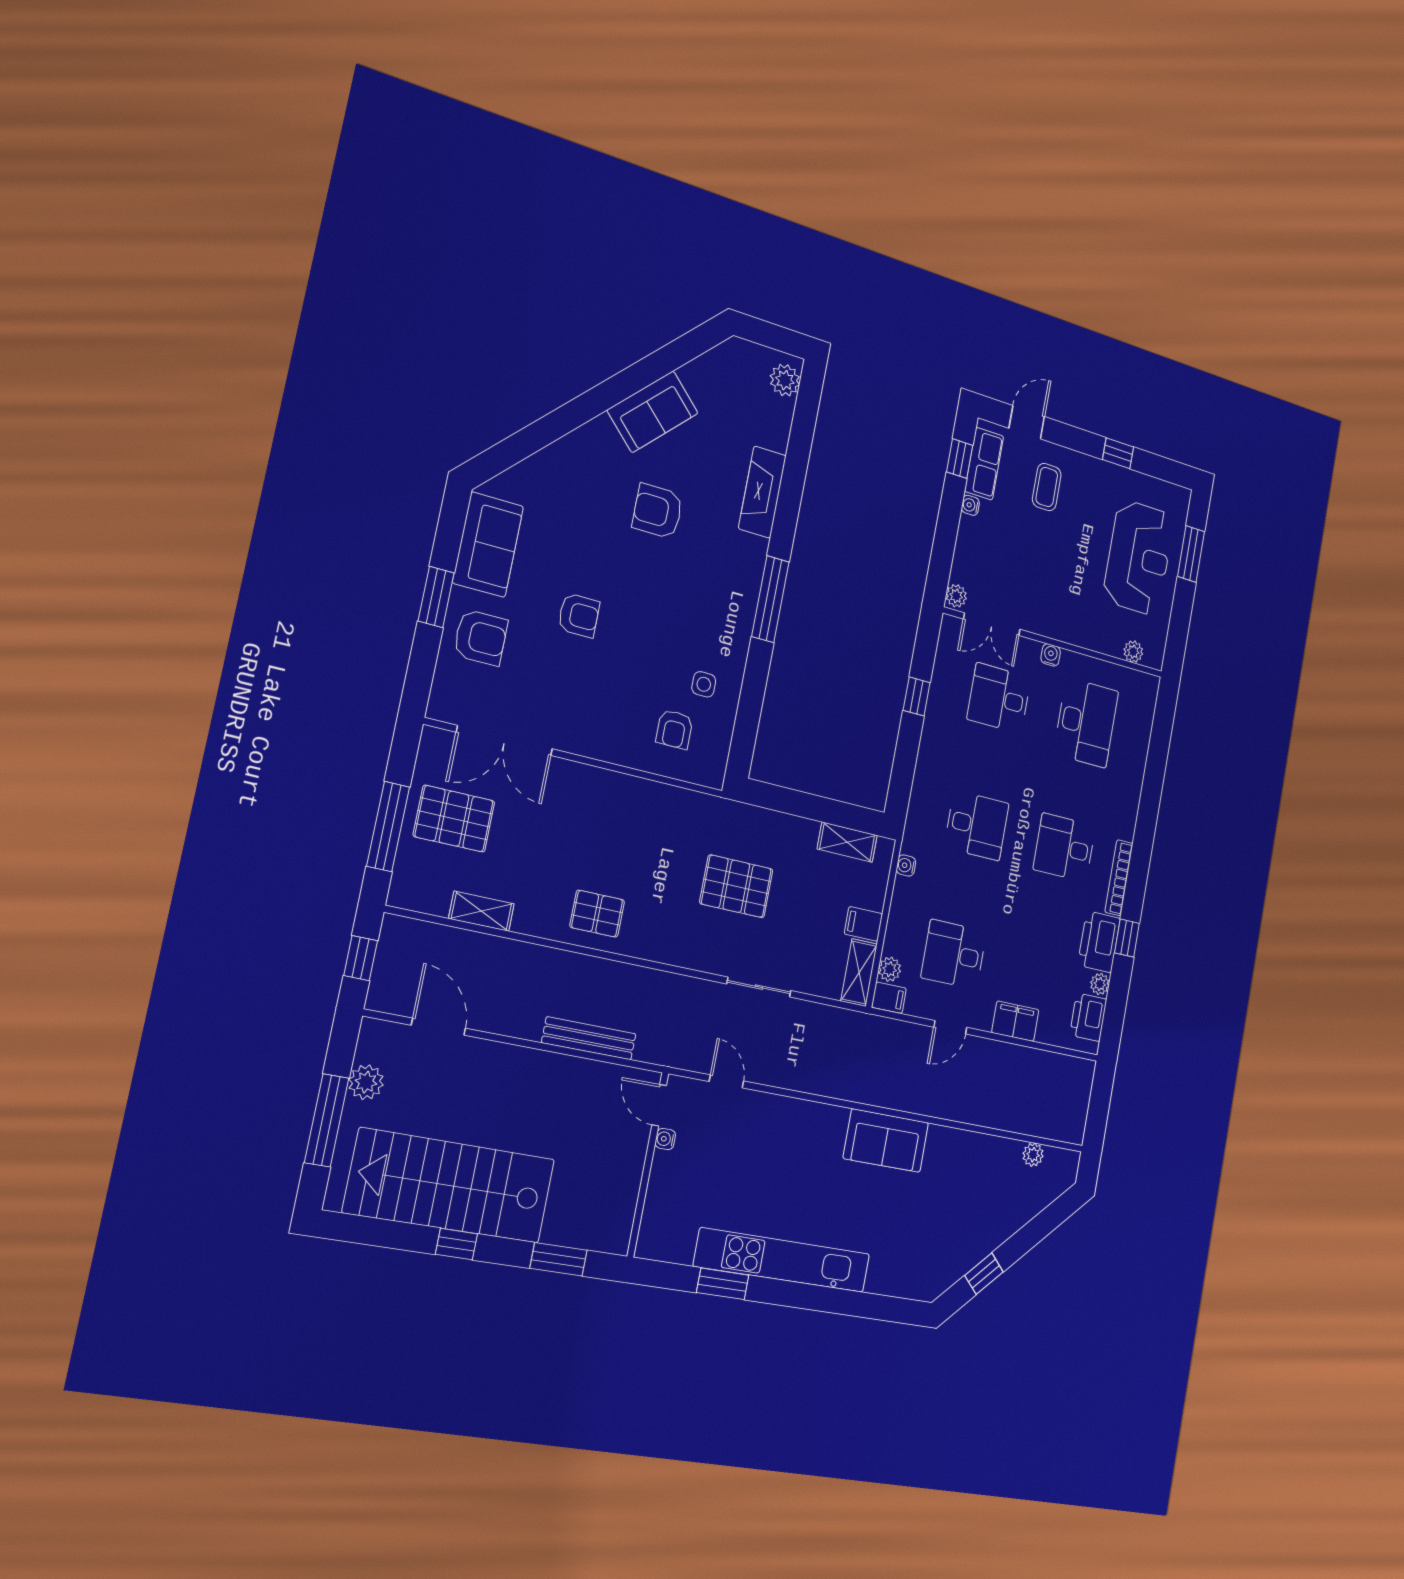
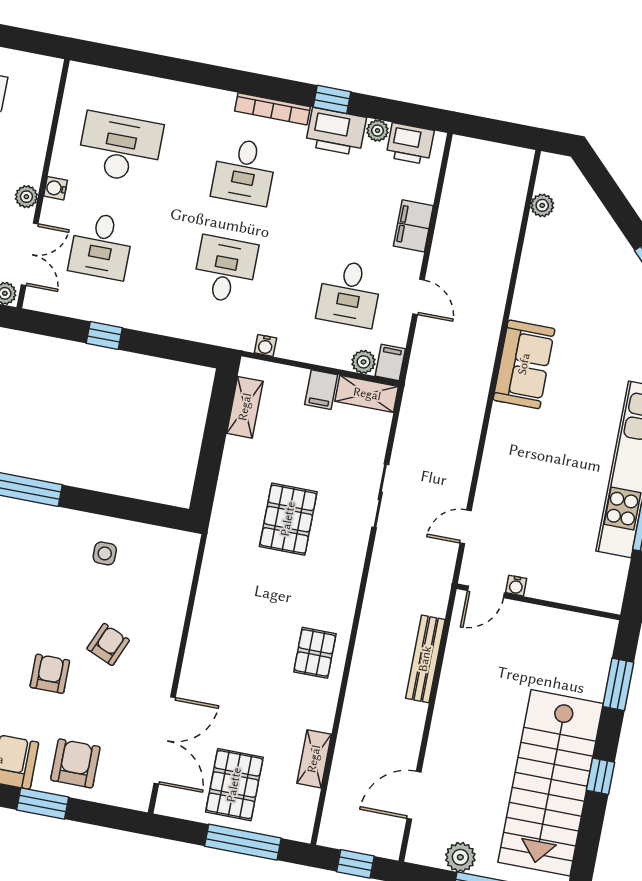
plant: (1133, 652) -> (26, 197), moved
armchair: (674, 729) -> (108, 644), moved, turned -67

